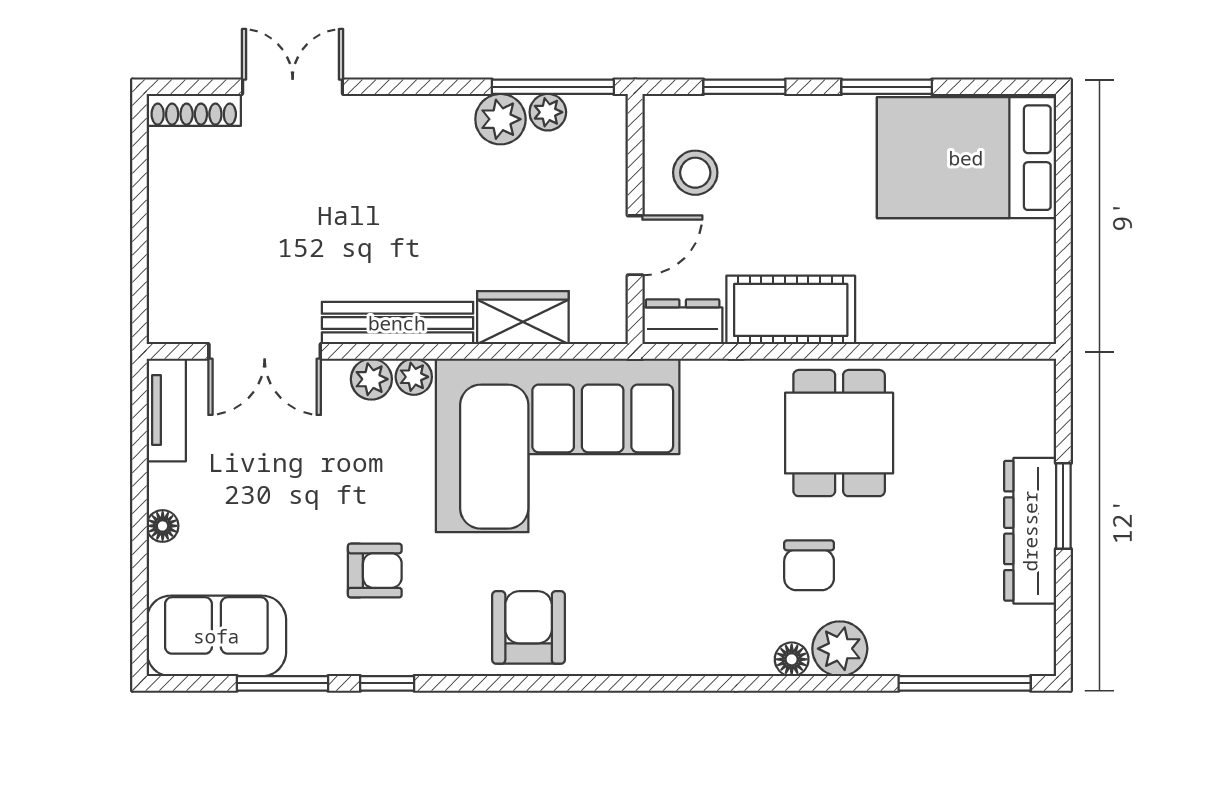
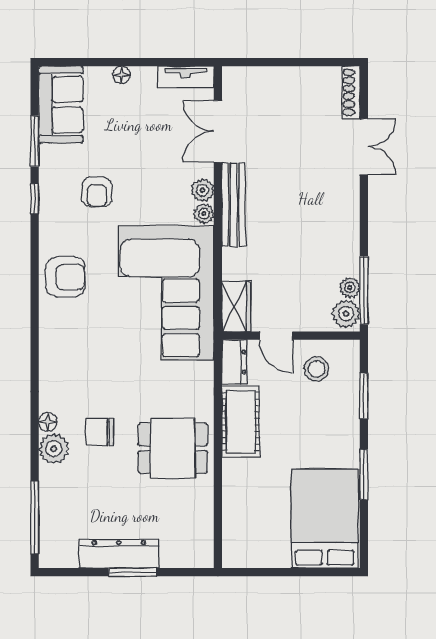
plant: (500, 119) -> (346, 314), moved
wardrobe: (523, 318) -> (236, 306), moved

